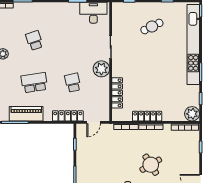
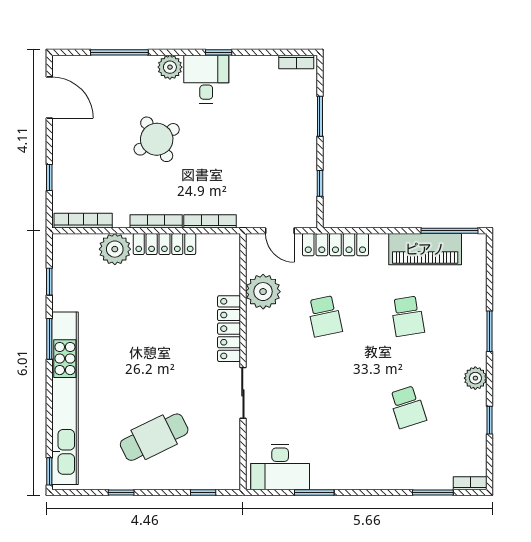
cafe table: (152, 26) -> (154, 437), width x1.37, depth x1.35
plant: (101, 69) -> (263, 292), moved
school desk: (34, 83) -> (408, 316), width x0.54
locker: (117, 93) -> (229, 329), moved
plant: (192, 114) -> (115, 249), moved
door: (94, 122) -> (280, 231), swing flipped

